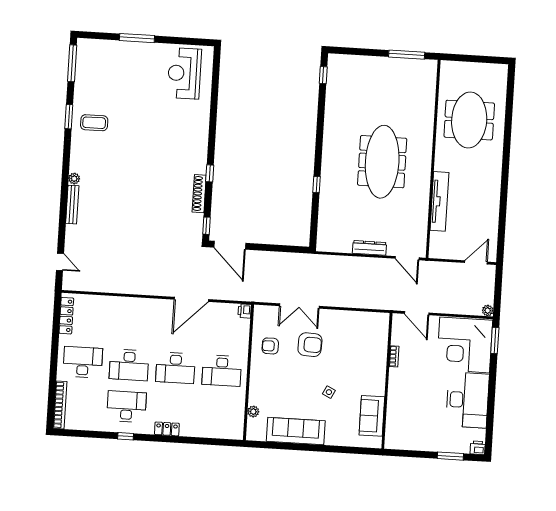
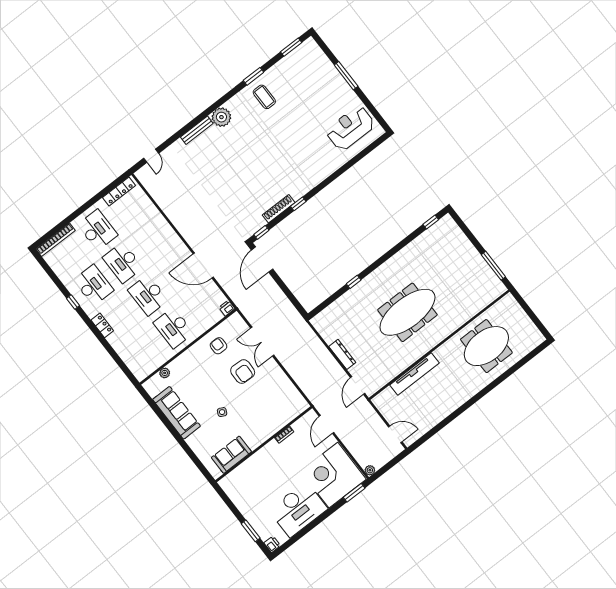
window: (72, 63) -> (291, 47), width x0.69
plant: (74, 179) -> (221, 117), width x1.87, depth x1.87

